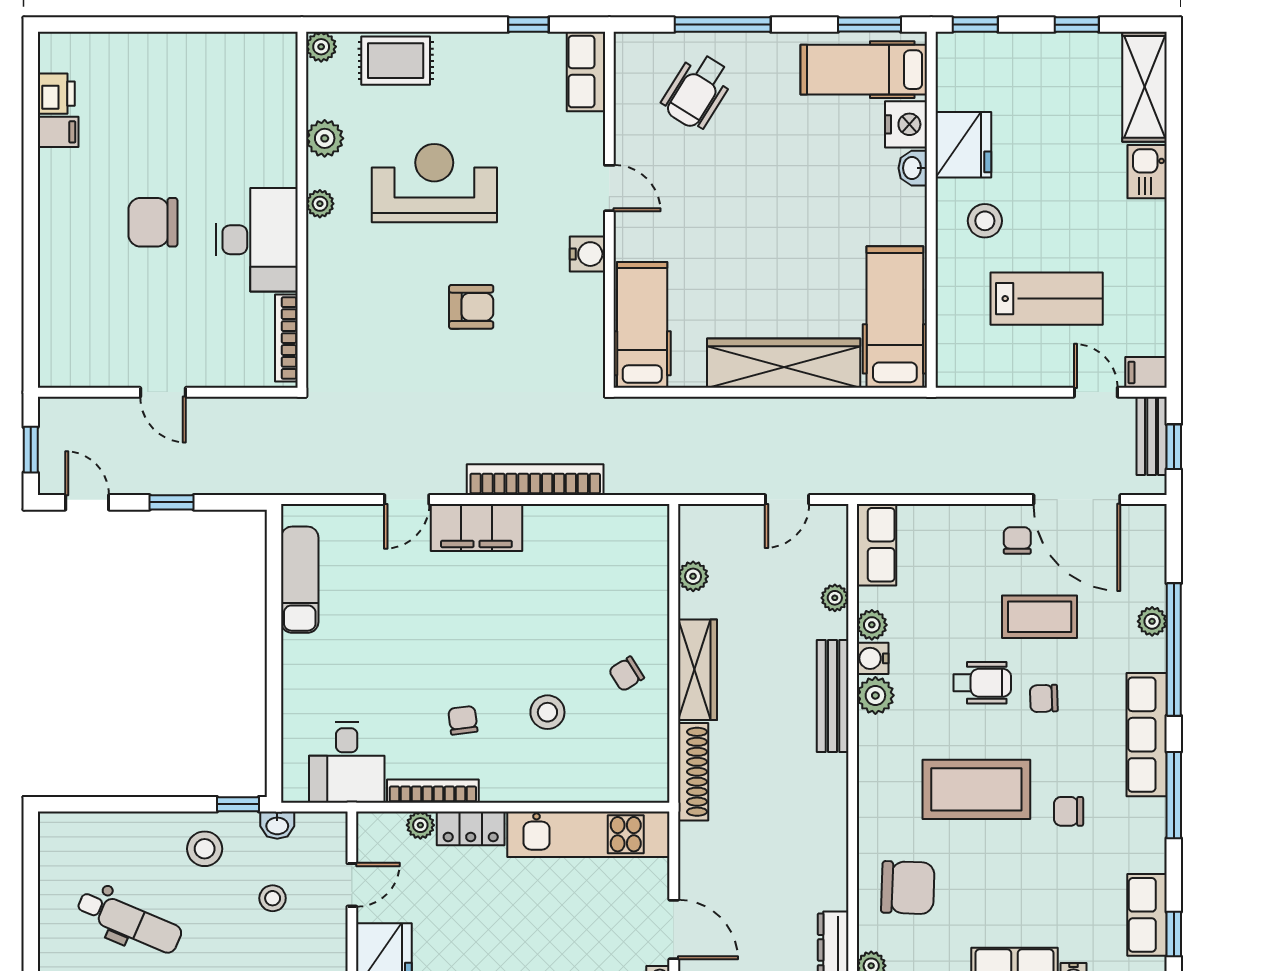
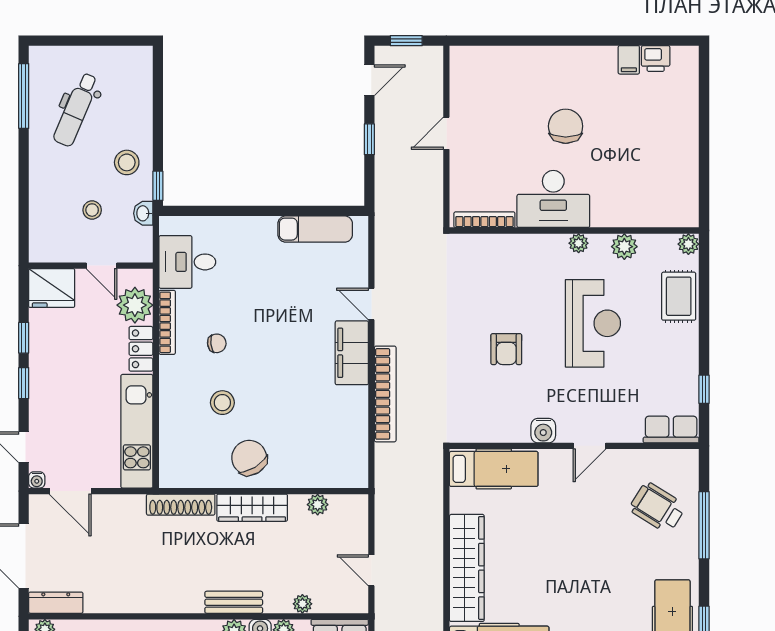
chair: (626, 674) -> (249, 458), width x1.87, depth x1.87
bench: (833, 696) -> (234, 602), width x0.73
plant: (420, 825) -> (135, 305), width x1.88, depth x1.88
door: (674, 930) -> (70, 491), hinge flipped

